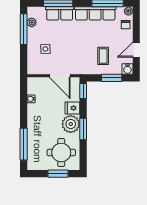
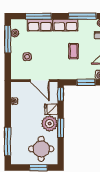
row of seats: (95, 13) -> (65, 25), width x0.68
coffee table: (103, 56) -> (74, 51), moved

